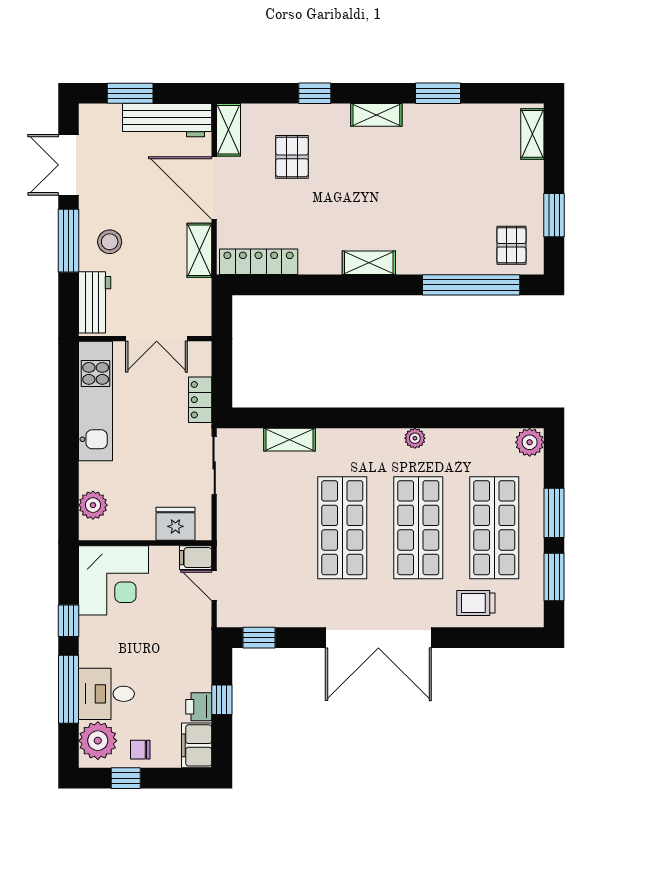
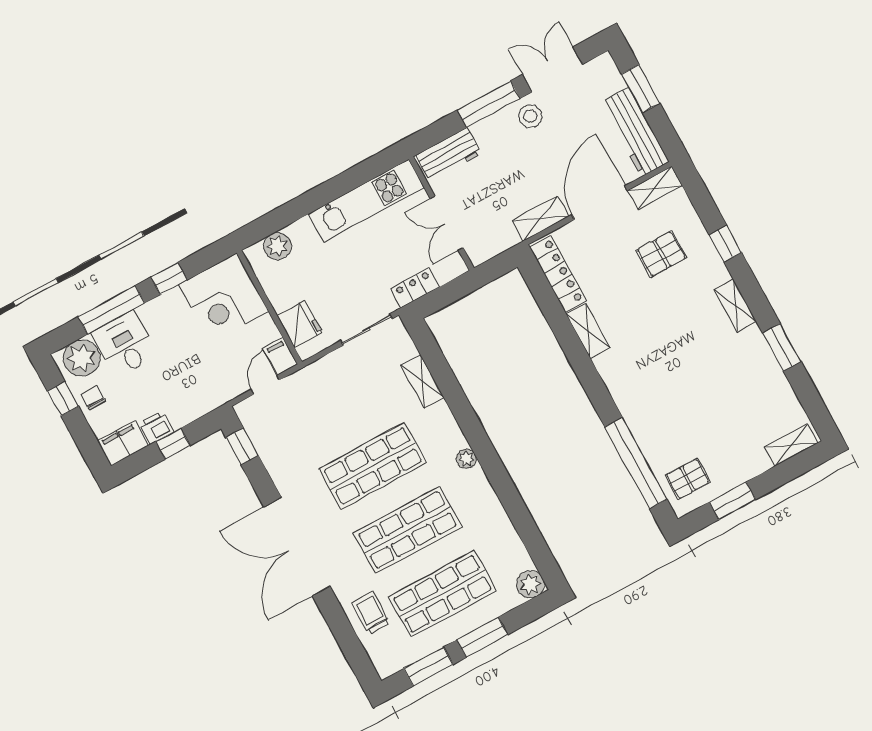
stool: (110, 242) -> (530, 116), moved
shelving: (369, 263) -> (588, 331), moved
plant: (415, 438) -> (466, 459), moved

